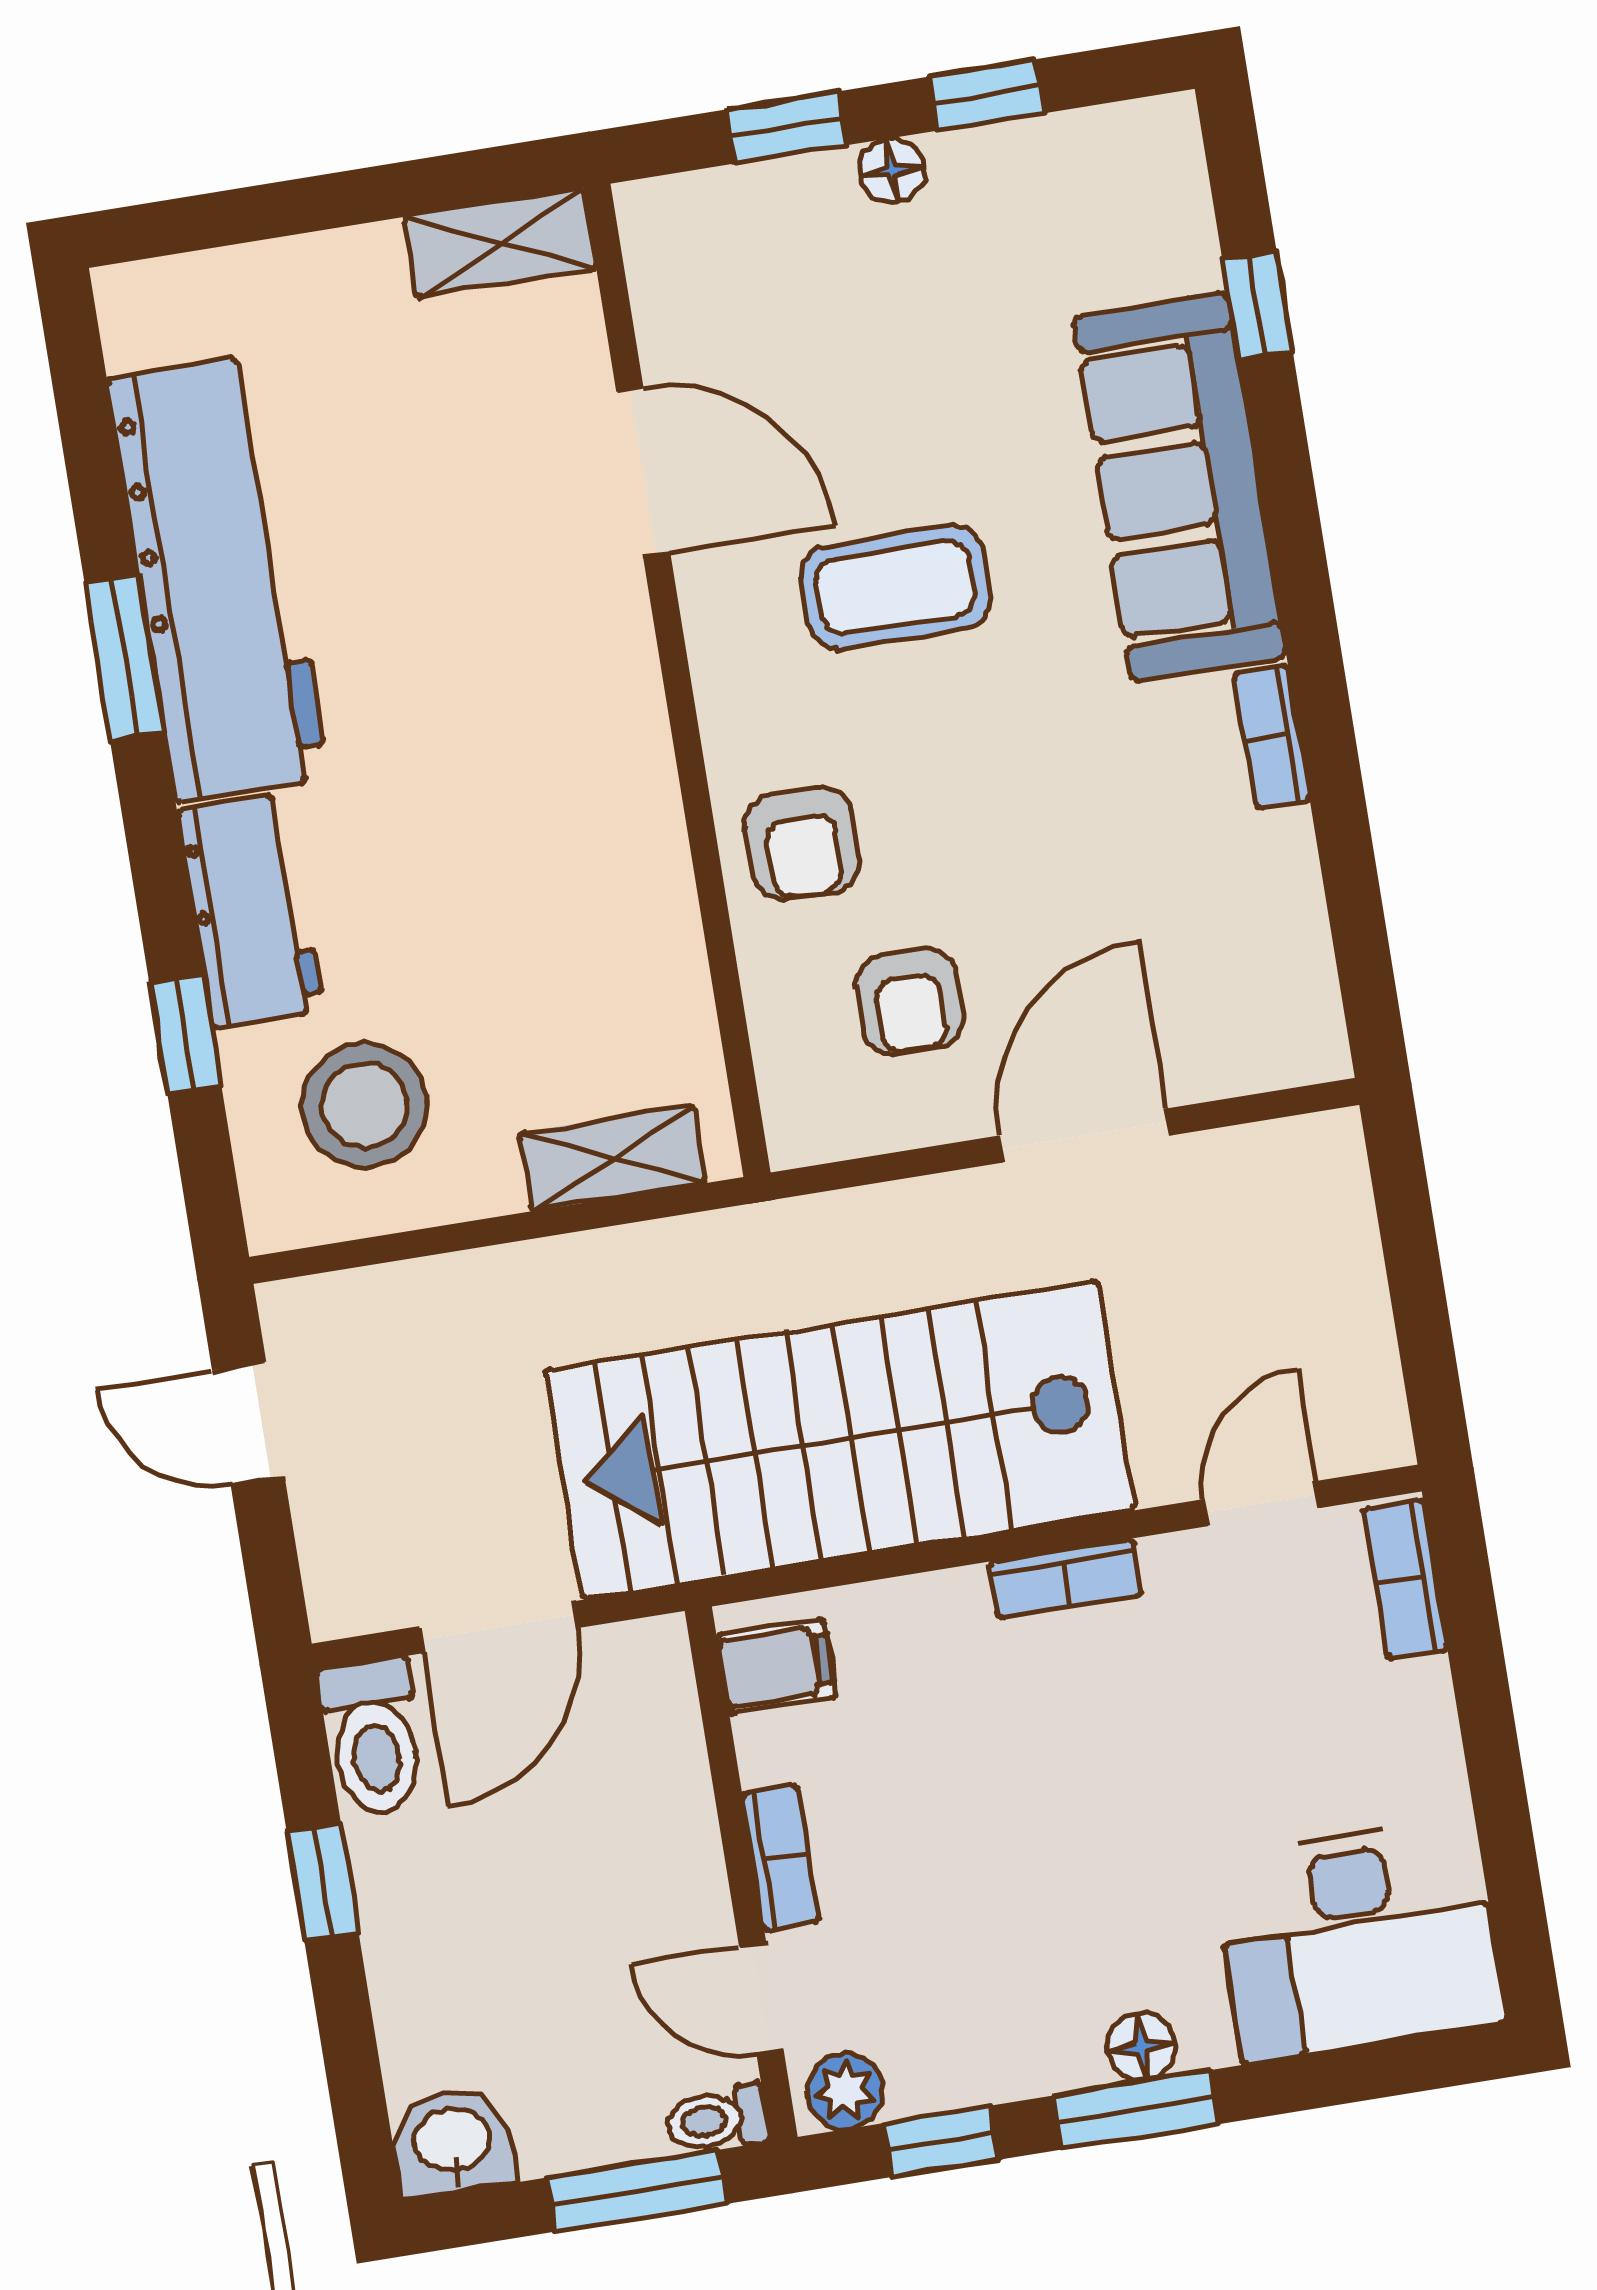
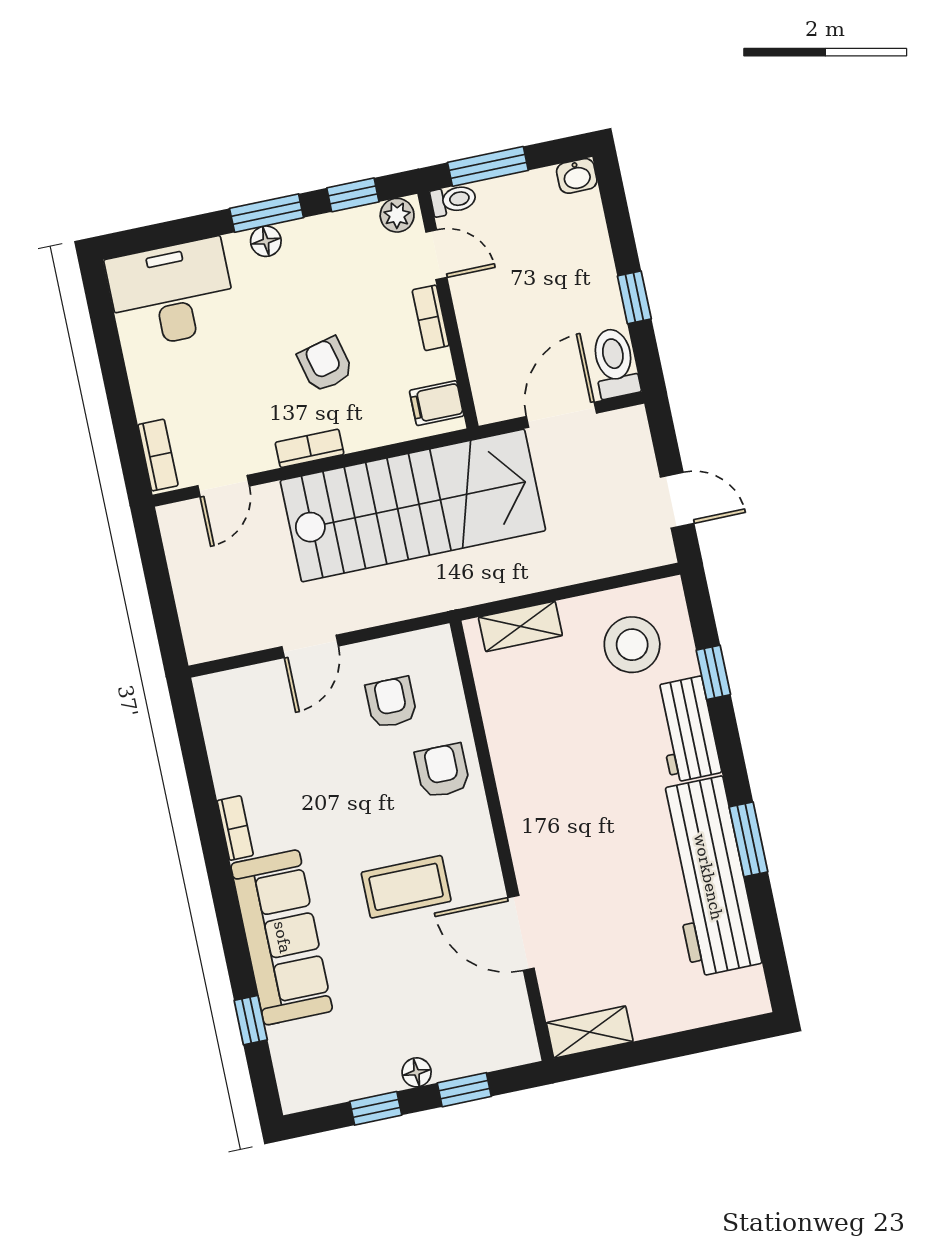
door: (1085, 1135) -> (310, 646), width x0.73
armchair: (1021, 1765) -> (325, 364), added
washbasin: (452, 2142) -> (577, 176), width x0.72, depth x0.69

